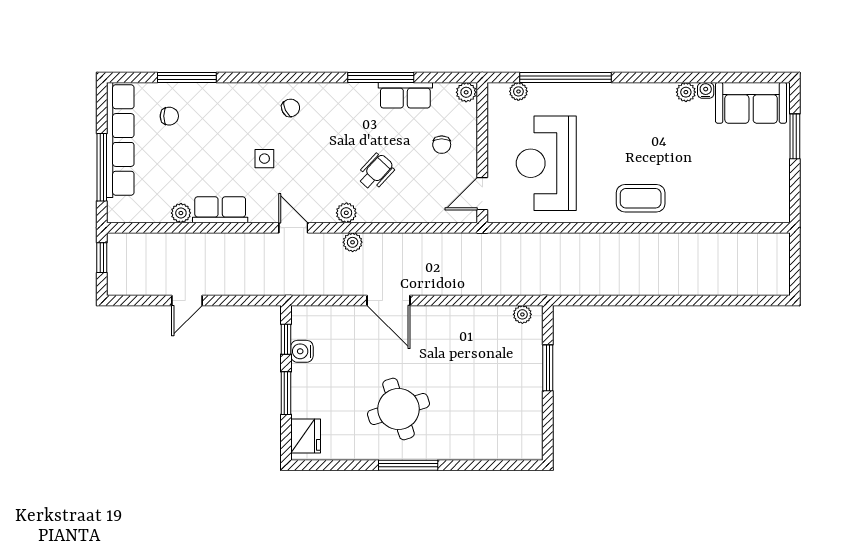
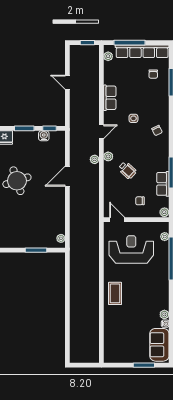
plant: (181, 213) -> (108, 56), moved

